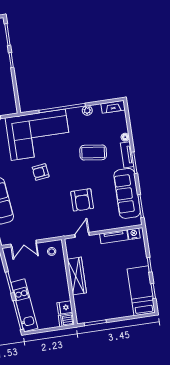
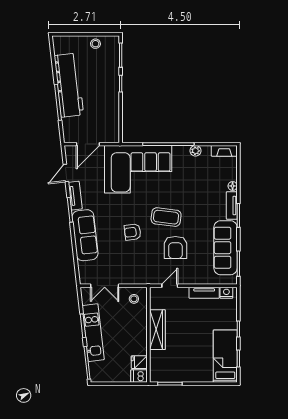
coffee table: (93, 153) -> (166, 217), moved
armchair: (41, 172) -> (133, 232), moved
kitchen unit: (24, 305) -> (93, 333), moved

